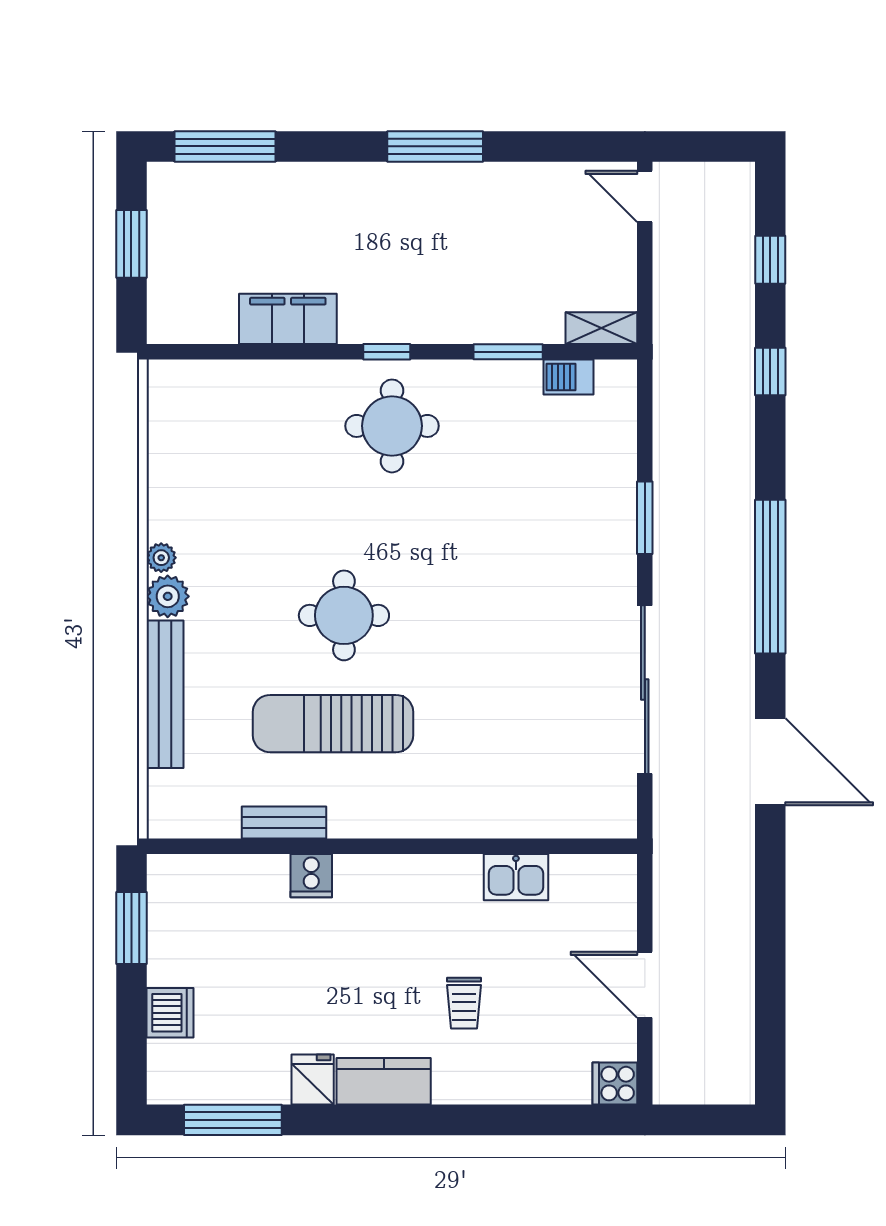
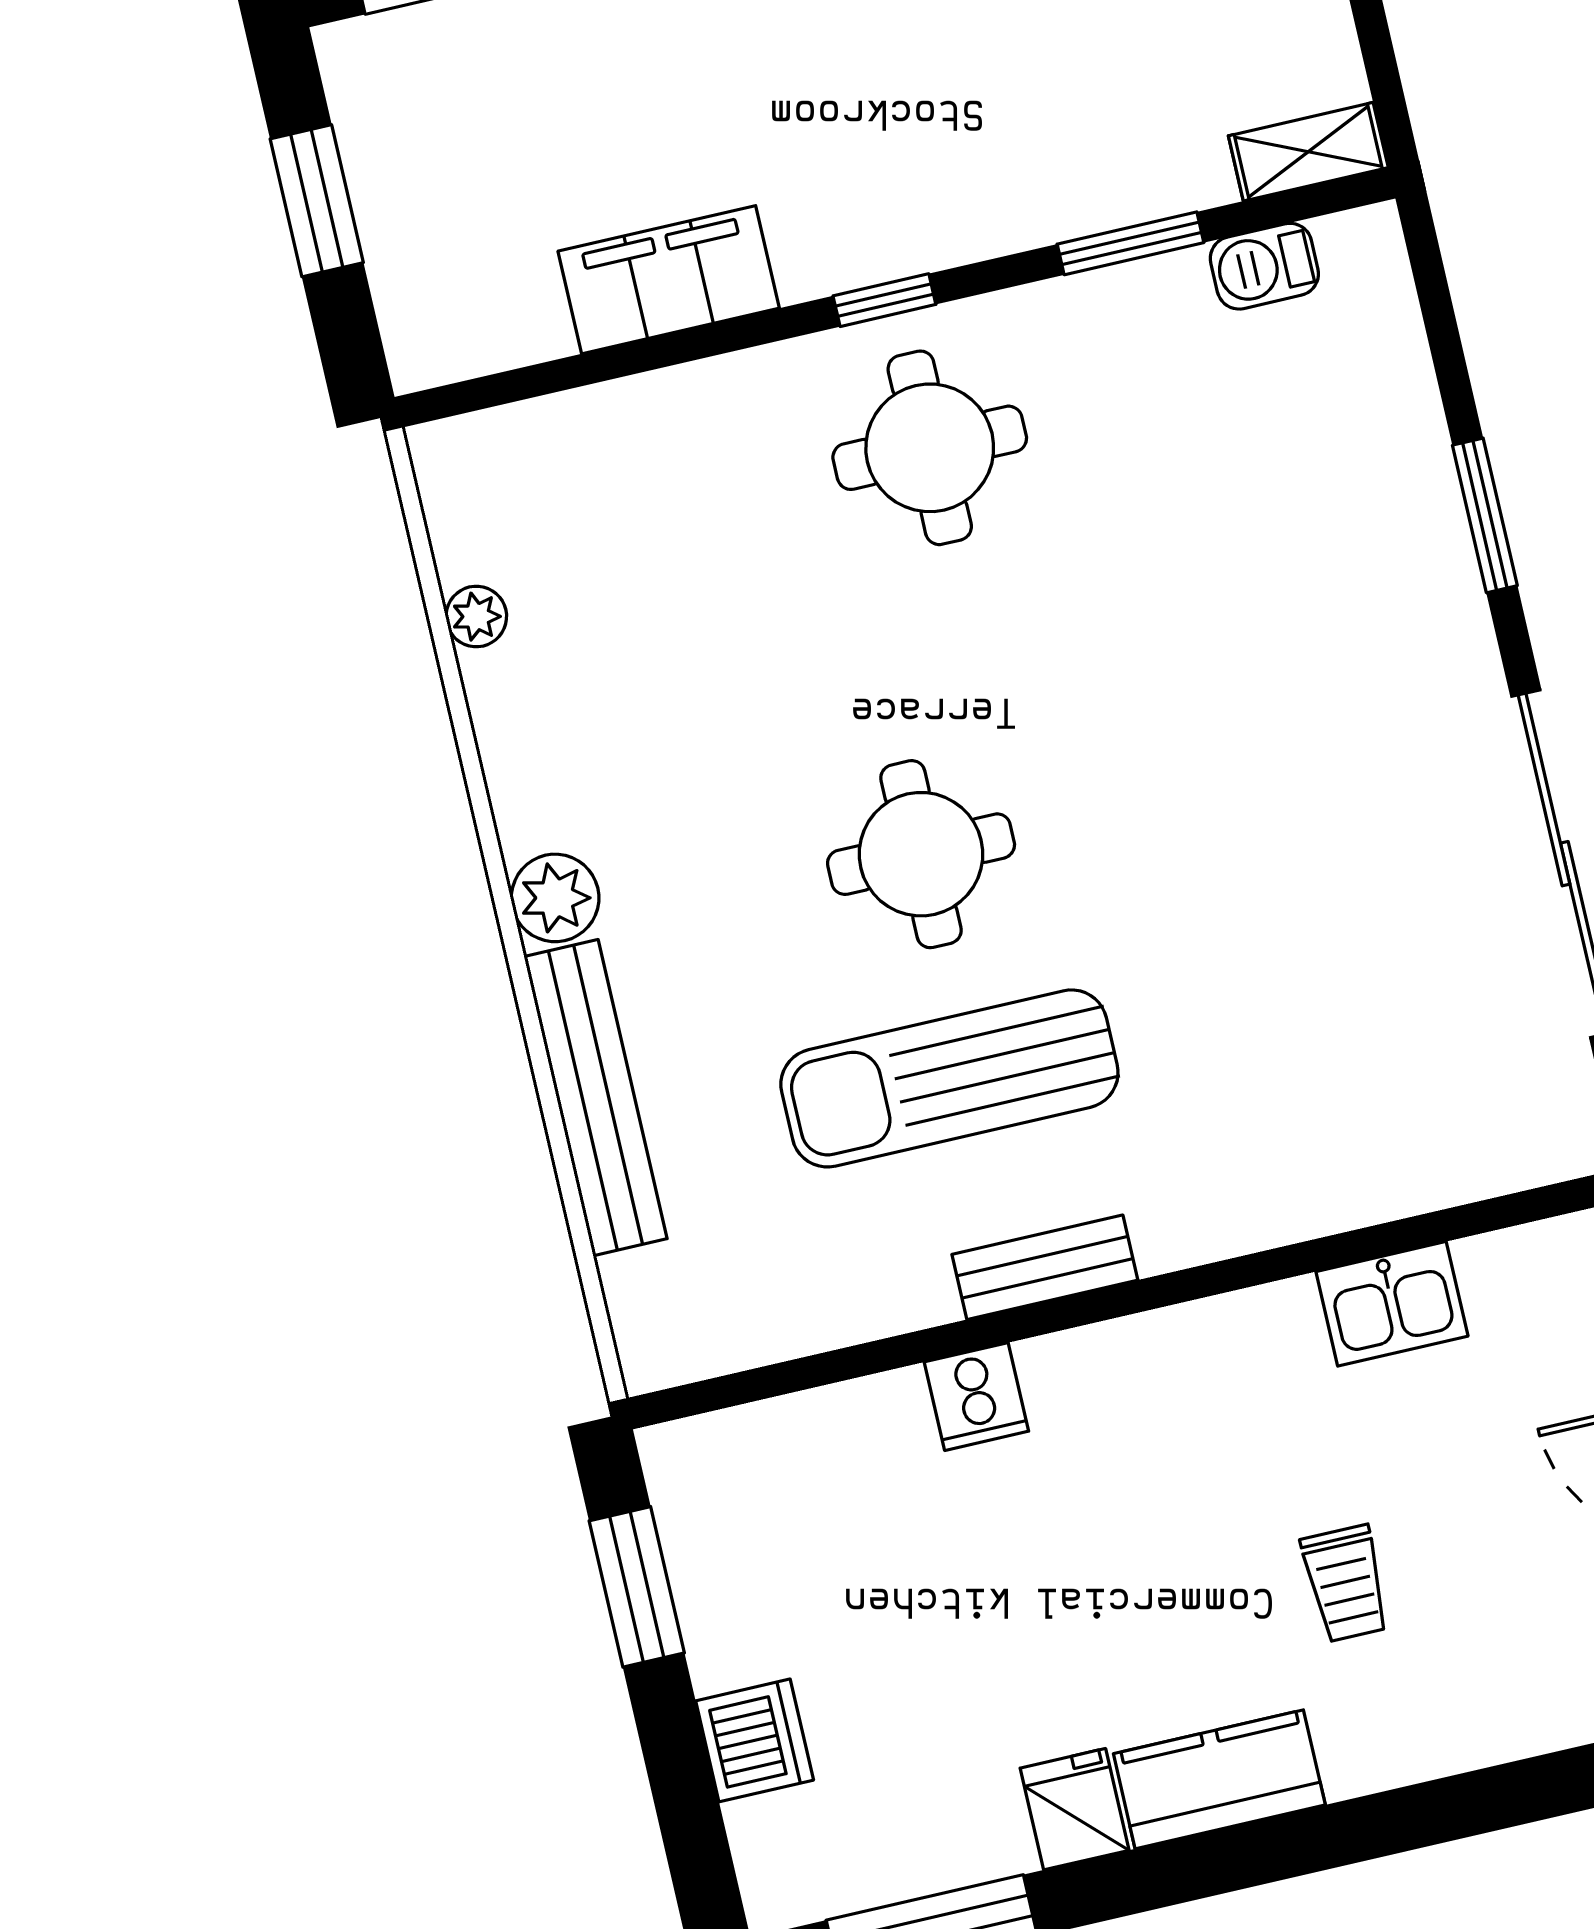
plant: (161, 558) -> (476, 617), moved
bench: (284, 822) -> (1045, 1267), moved

